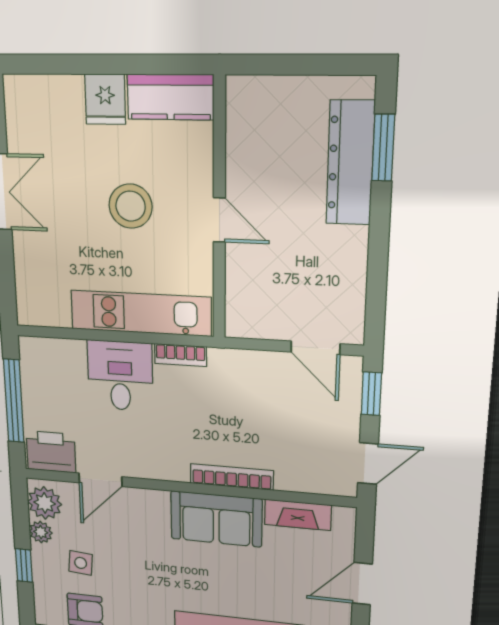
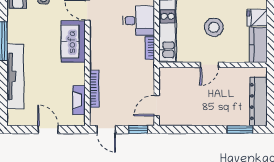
dresser: (350, 163) -> (259, 101), moved, turned -90
bookcase: (232, 477) -> (94, 89), moved
sofa: (216, 519) -> (73, 42), moved

